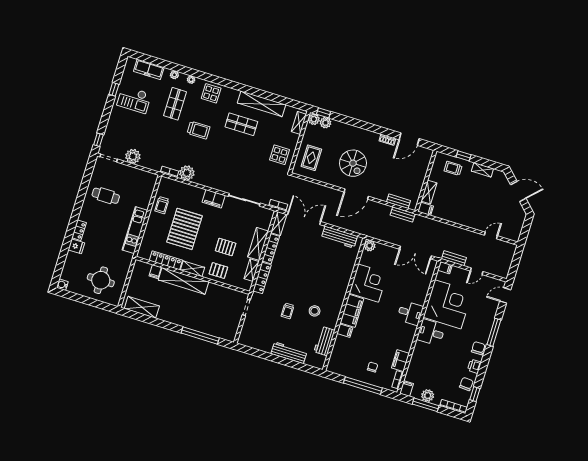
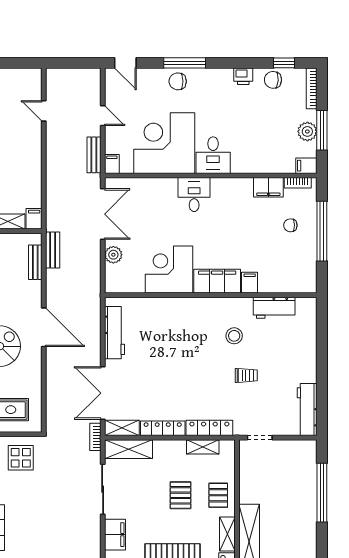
shelving: (258, 244) -> (129, 449), moved
plant: (370, 246) -> (113, 255), moved
chair: (478, 348) -> (178, 81), moved
workbench: (289, 353) -> (307, 409), moved

